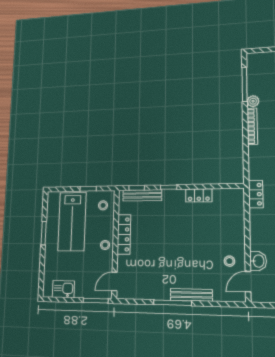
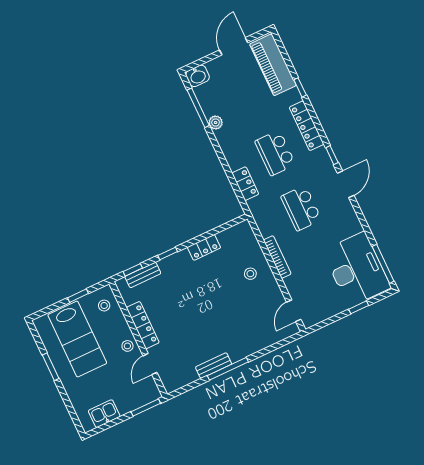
bookcase: (252, 126) -> (277, 257), moved
locker: (256, 194) -> (245, 184), moved
bench: (142, 195) -> (143, 275), width x0.73
stool: (229, 261) -> (250, 274), moved
washbasin: (258, 261) -> (198, 76), moved, turned 90
door: (114, 281) -> (150, 364), moved
bench: (191, 295) -> (214, 366), moved, width x0.73

